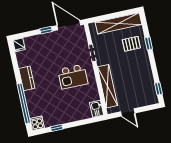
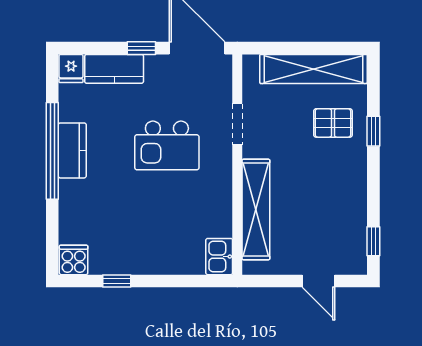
kitchen counter: (37, 41) -> (114, 69), added
kitchen island: (73, 77) -> (167, 145), moved
window: (24, 103) -> (52, 151), moved
door: (128, 112) -> (318, 281), moved

